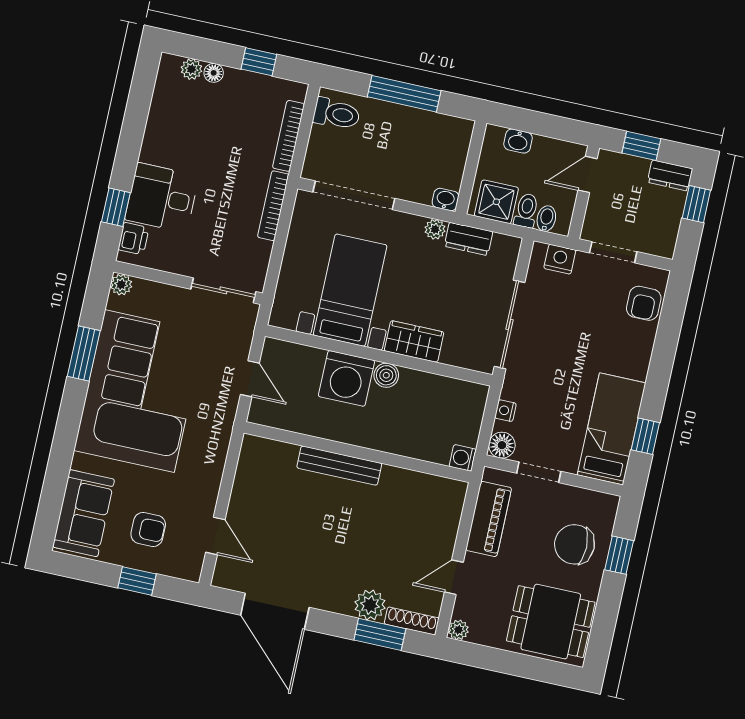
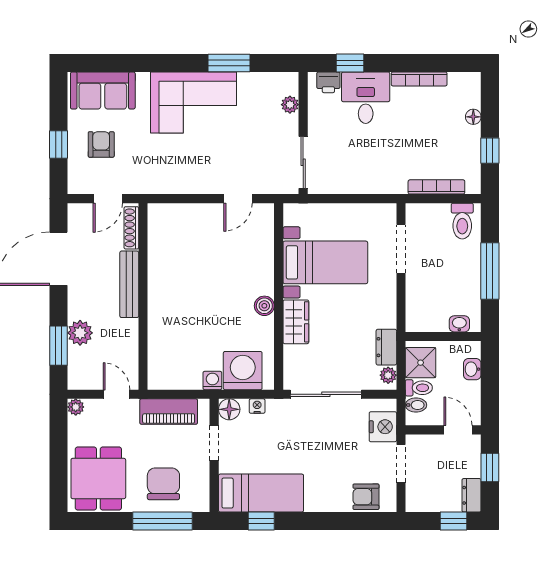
plant: (191, 69) -> (472, 99), removed
doorway: (354, 195) -> (401, 249), width x0.73
washbasin: (445, 199) -> (459, 324), moved, turned -90
bookcase: (273, 206) -> (419, 79), moved, turned 180
plant: (435, 229) -> (388, 375), moved
nightstand: (560, 259) -> (383, 427), width x1.36, depth x1.33
plant: (121, 285) -> (290, 105), moved
washing machine: (346, 378) -> (243, 371), moved, turned 90
corner sofa: (139, 391) -> (193, 102), width x0.73, depth x0.74
wall: (358, 452) -> (143, 296), moved
bench: (339, 466) -> (129, 284), moved
armchair: (148, 529) -> (101, 144), turned 180
window: (619, 555) -> (163, 521), width x2.17
shoe rack: (412, 621) -> (131, 228), moved, turned 180

